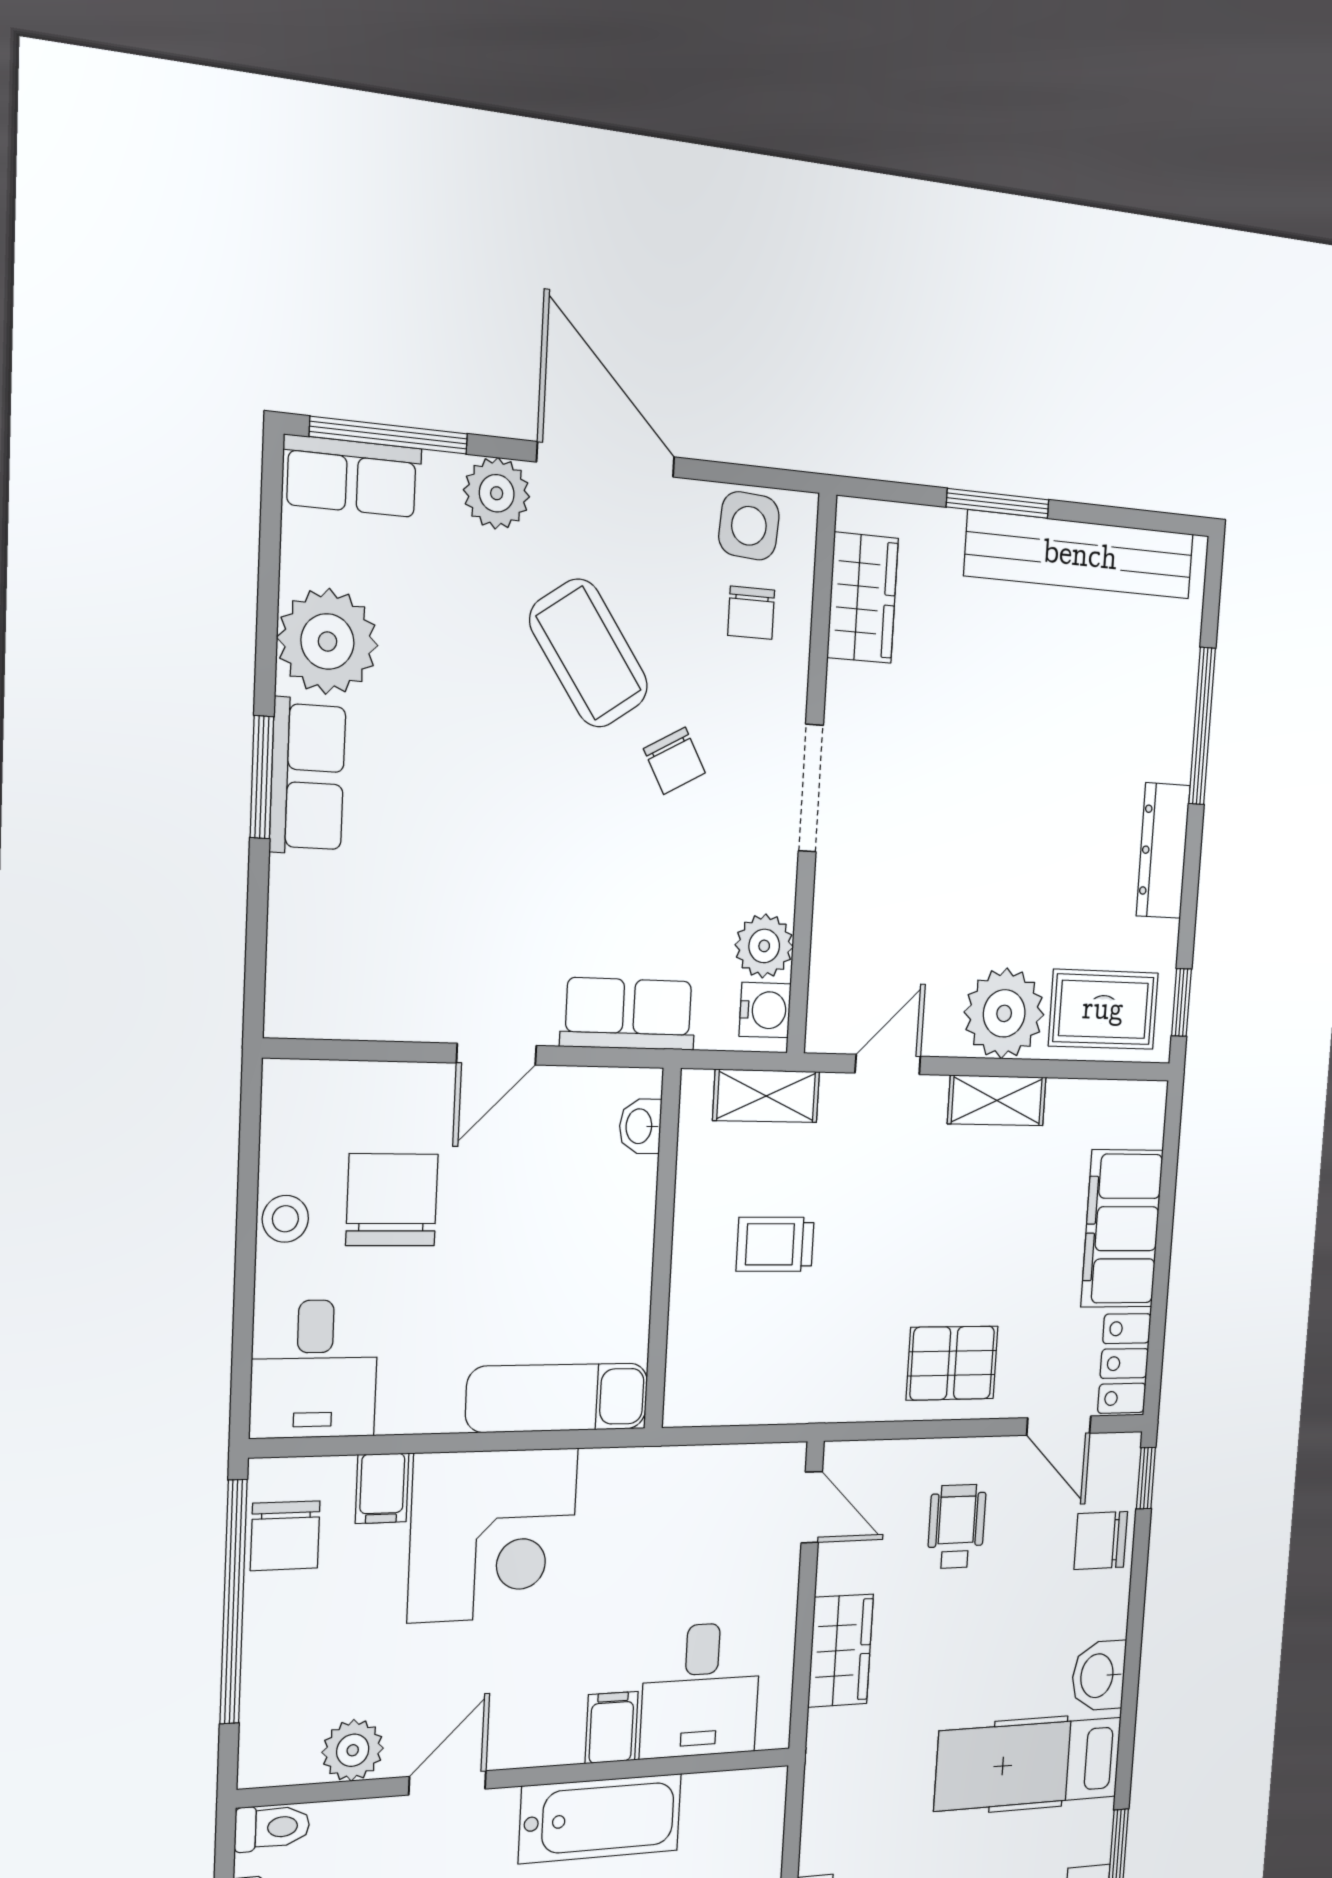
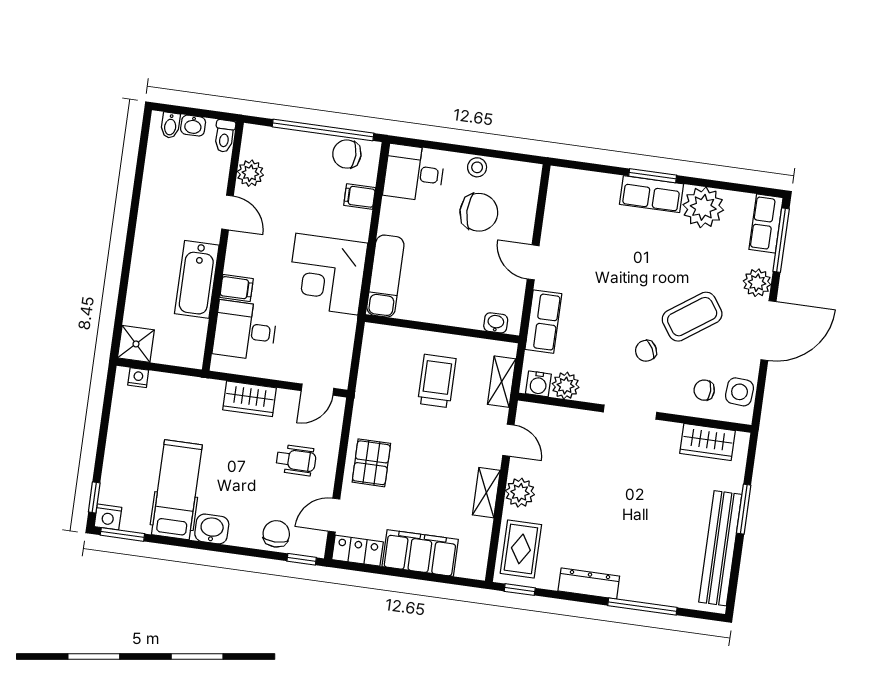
plant: (1004, 1013) -> (520, 493), width x0.73, depth x0.73
trolley: (775, 1244) -> (437, 381), width x1.36, depth x1.39
corner desk: (493, 1535) -> (327, 274), moved

